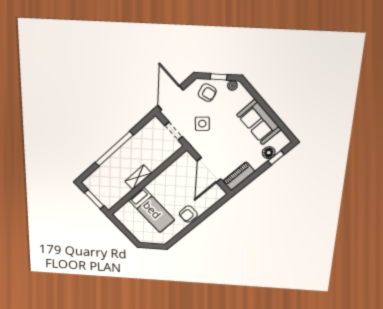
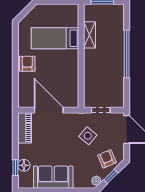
armchair: (207, 93) -> (107, 159), turned 85
shelving: (138, 177) -> (90, 35), moved

